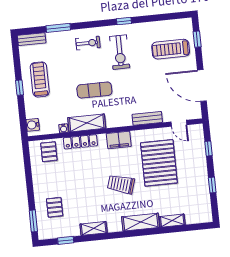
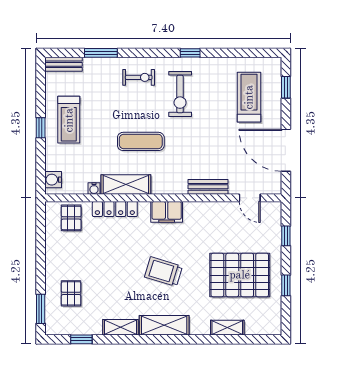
treadmill: (171, 49) -> (249, 97), turned 90
treadmill: (40, 79) -> (69, 120), turned 180
pallet: (159, 163) -> (240, 275), moved, turned 90
shelving: (141, 222) -> (164, 325), moved

